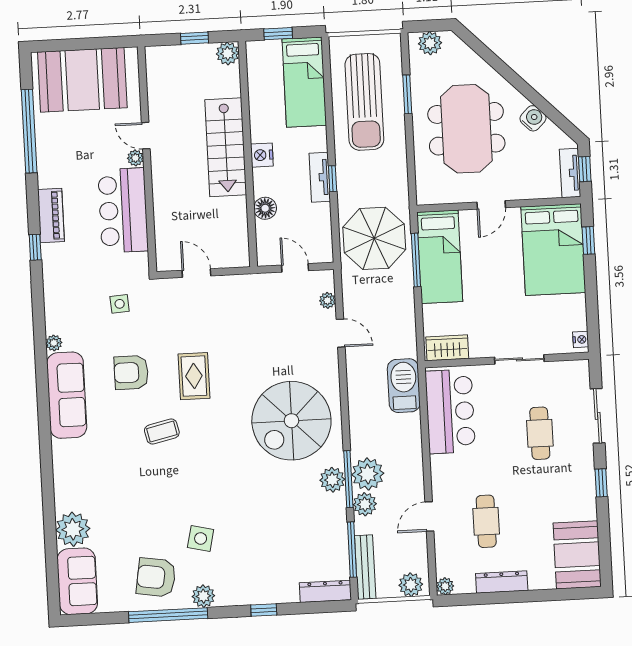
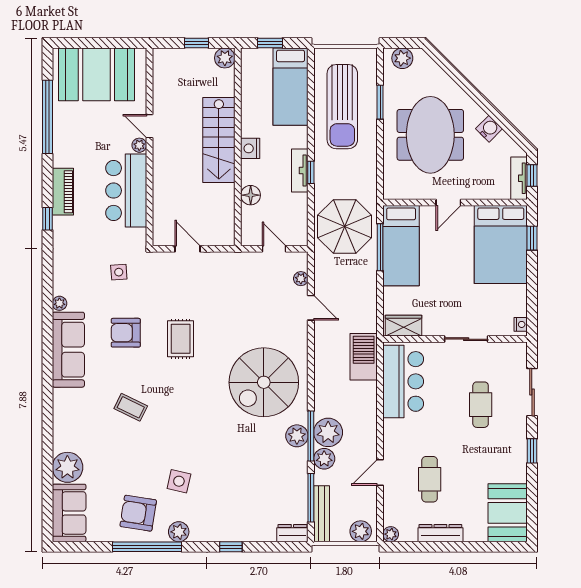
coffee table: (162, 432) -> (131, 407), moved, turned 39
dresser: (325, 591) -> (292, 533), width x0.70

